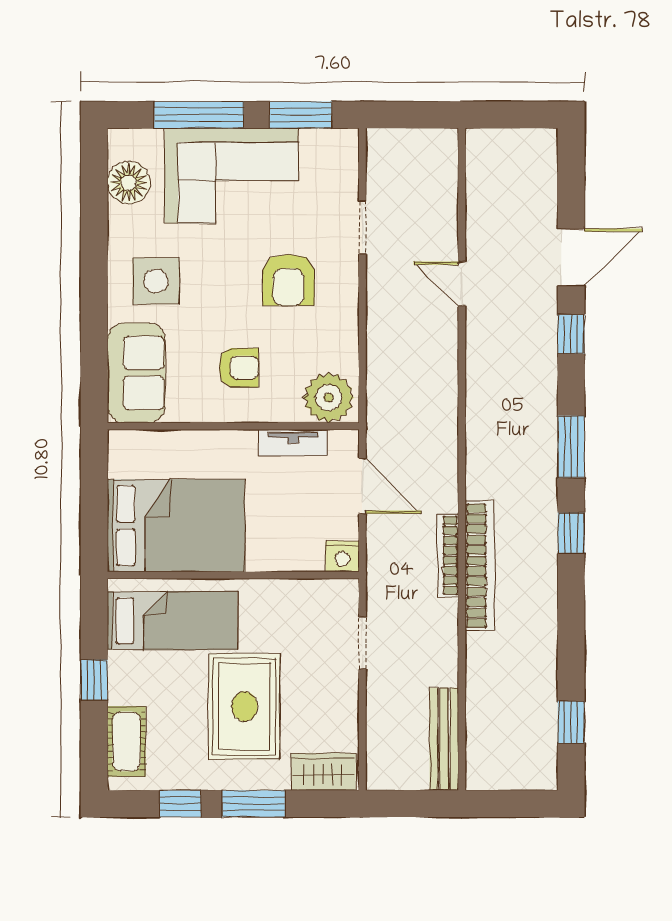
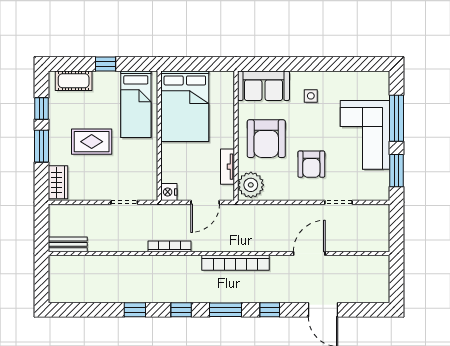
floor lamp: (129, 183) -> (361, 82), removed
armchair: (288, 280) -> (311, 164), turned -90
side table: (156, 281) -> (311, 96), width x0.54, depth x0.54
door: (462, 284) -> (309, 253), width x1.38
window: (571, 334) -> (270, 310), moved
armchair: (239, 368) -> (266, 139), width x1.88, depth x1.88
bookcase: (480, 566) -> (236, 263), moved
rug: (245, 706) -> (92, 142), width x0.73, depth x0.70
window: (571, 722) -> (135, 310), moved
bench: (444, 739) -> (68, 244), width x0.73

